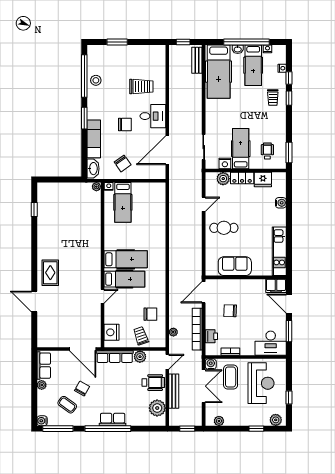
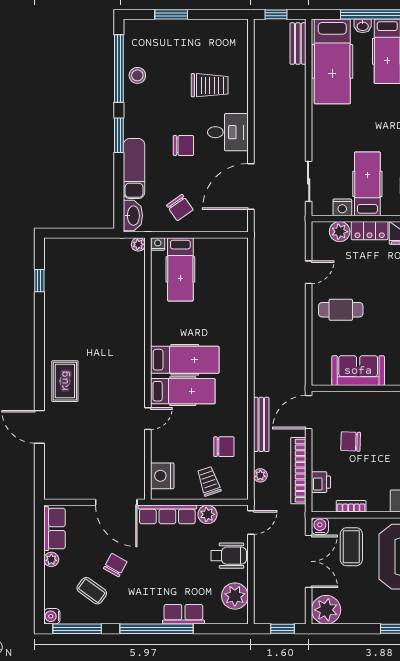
bench: (174, 391) -> (261, 424), moved
row of seats: (113, 419) -> (183, 614), moved
plant: (219, 421) -> (326, 610), width x1.87, depth x1.87

